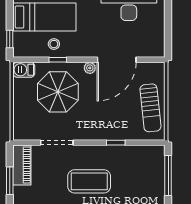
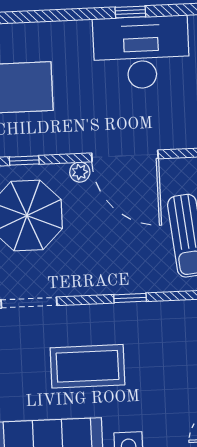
stool: (54, 44) -> (17, 134), removed
door: (117, 60) -> (125, 156), hinge flipped

